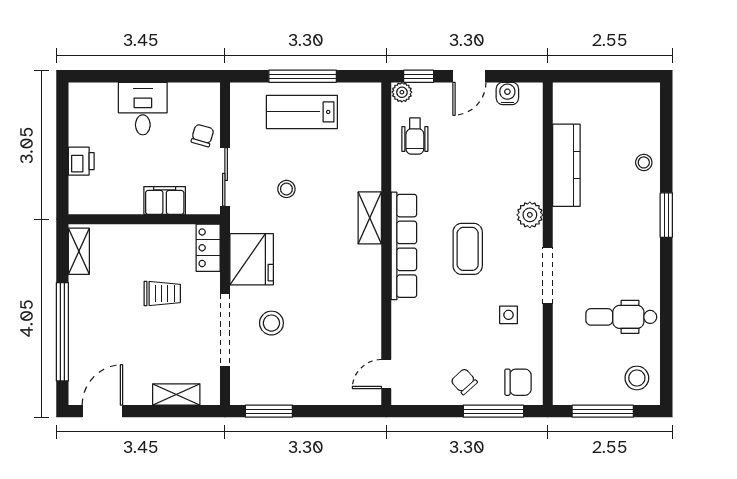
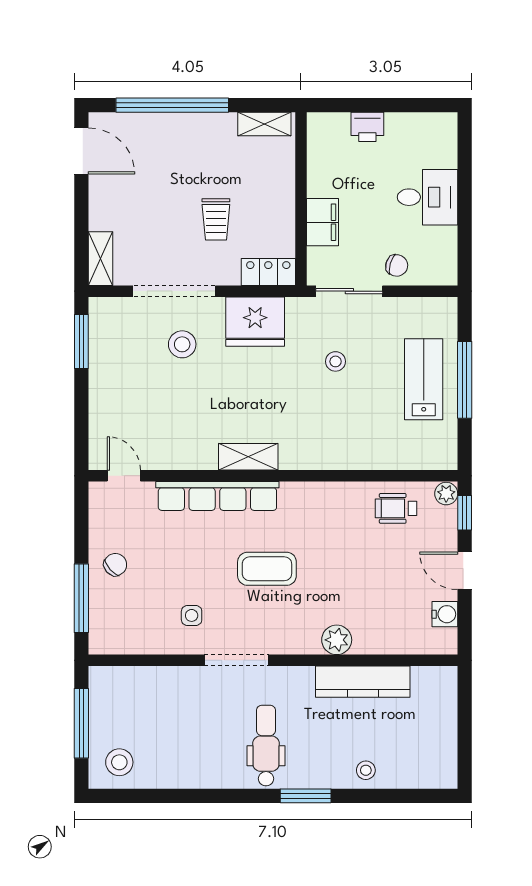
plant: (530, 215) -> (337, 640), moved
shelving: (370, 218) -> (248, 457), moved
row of seats: (404, 246) -> (217, 496), moved
dental chair: (621, 317) -> (266, 746), moved
chair: (518, 382) -> (115, 626), removed
shelving: (176, 394) -> (101, 259), moved

